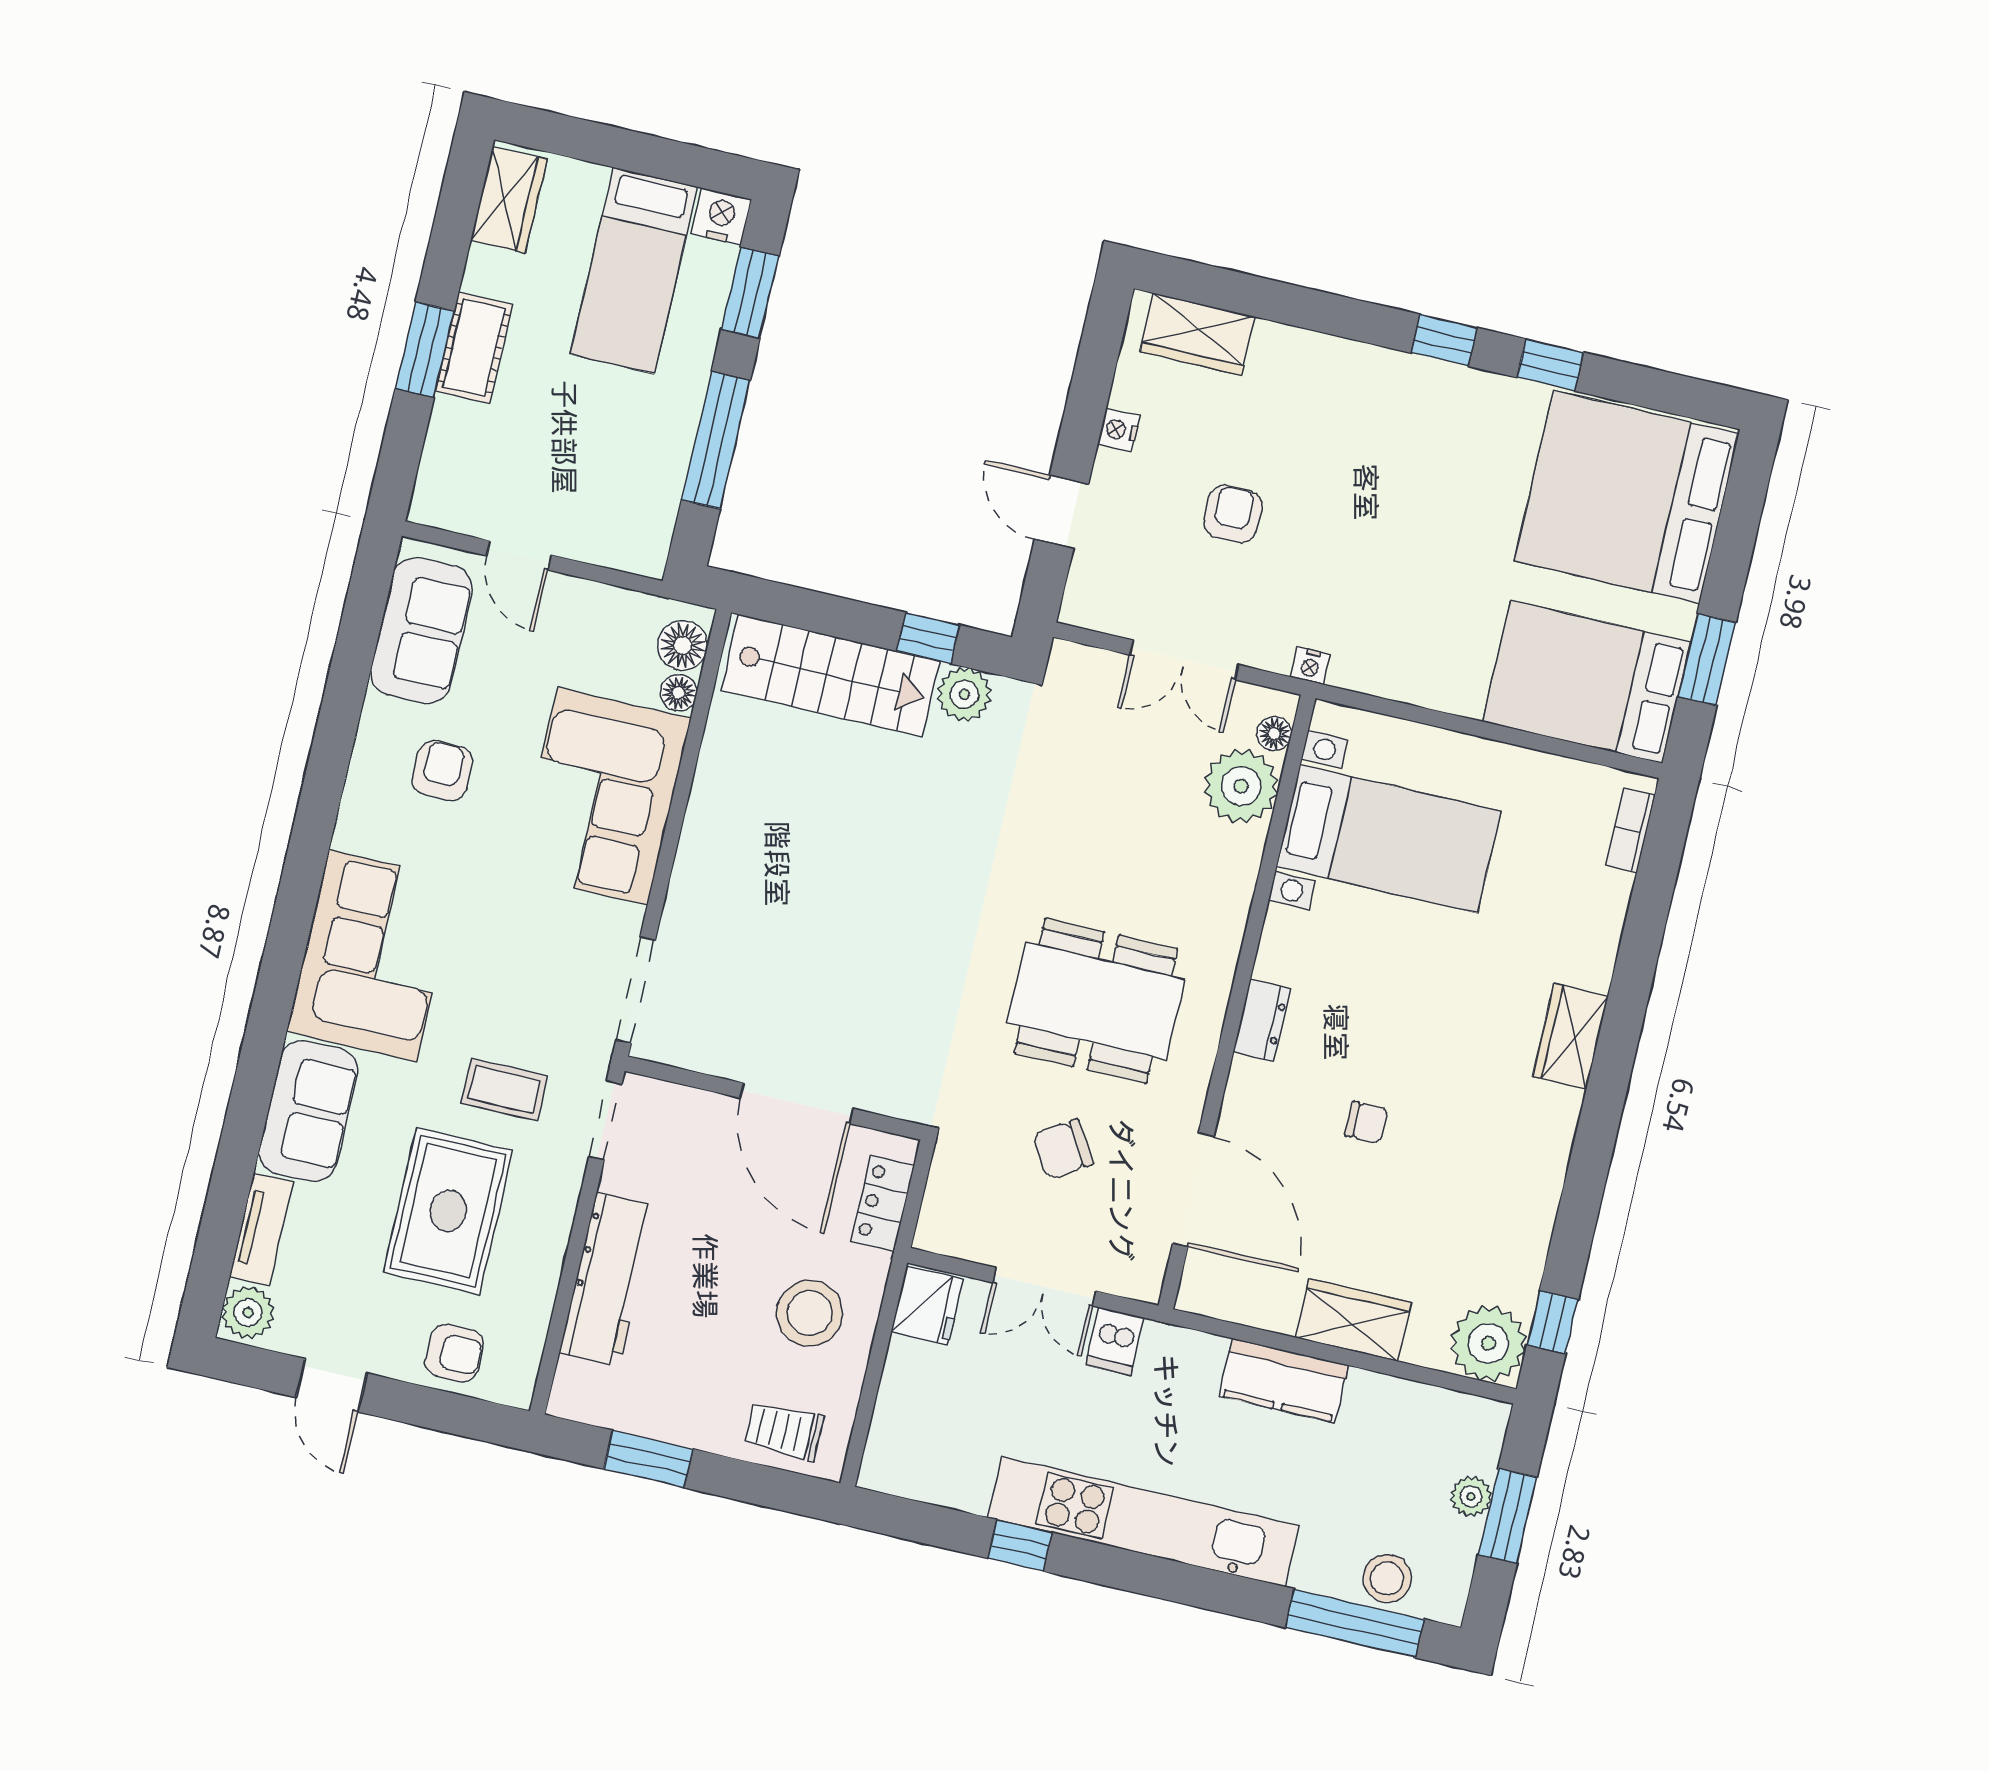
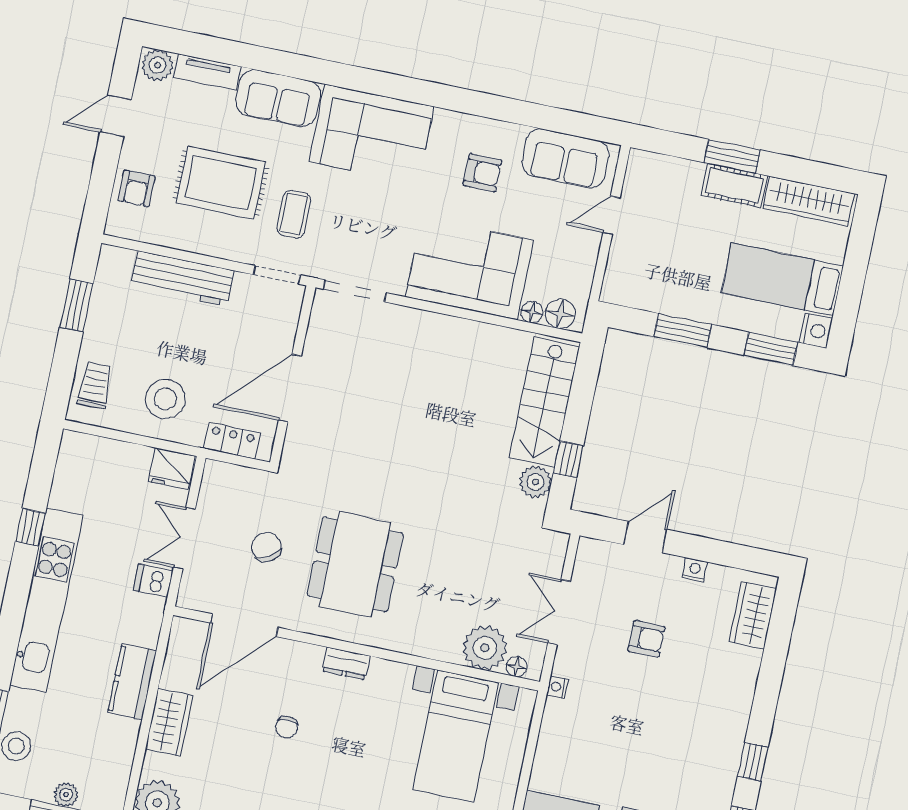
wardrobe: (509, 200) -> (809, 201), width x1.50
window: (716, 440) -> (683, 331), width x0.69

